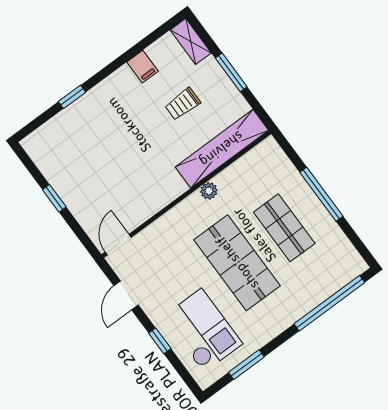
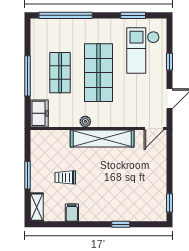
trolley: (183, 104) -> (65, 177), turned 180
shelving: (222, 149) -> (102, 139), moved
freezer: (273, 159) -> (39, 113), added
window: (54, 198) -> (170, 203), moved

